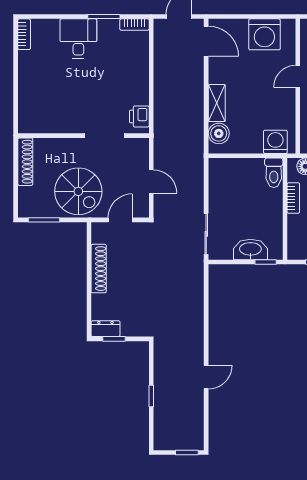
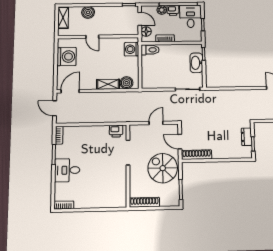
spiral stairs: (78, 191) -> (163, 168), turned -90
shoe rack: (99, 269) -> (197, 155), moved
dresser: (105, 329) -> (246, 137), moved

